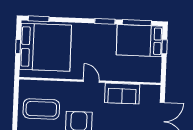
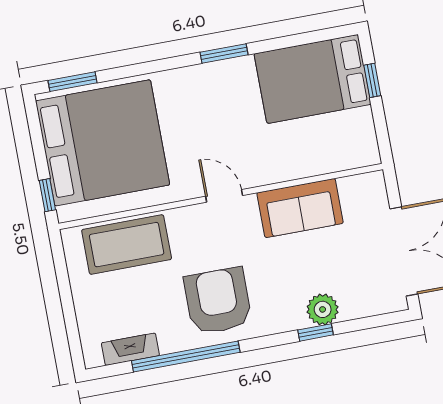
window: (137, 23) -> (297, 40), removed
window: (18, 46) -> (47, 195), moved
coffee table: (41, 109) -> (127, 245), moved

